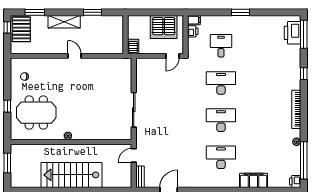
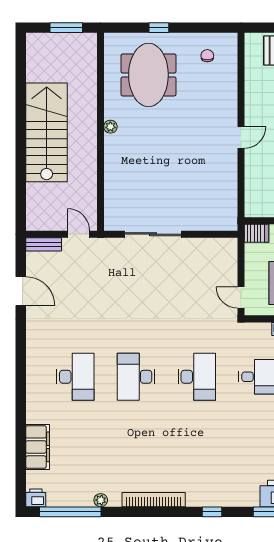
desk: (221, 120) -> (136, 377), turned 180
filing cabinet: (254, 180) -> (38, 447), moved

